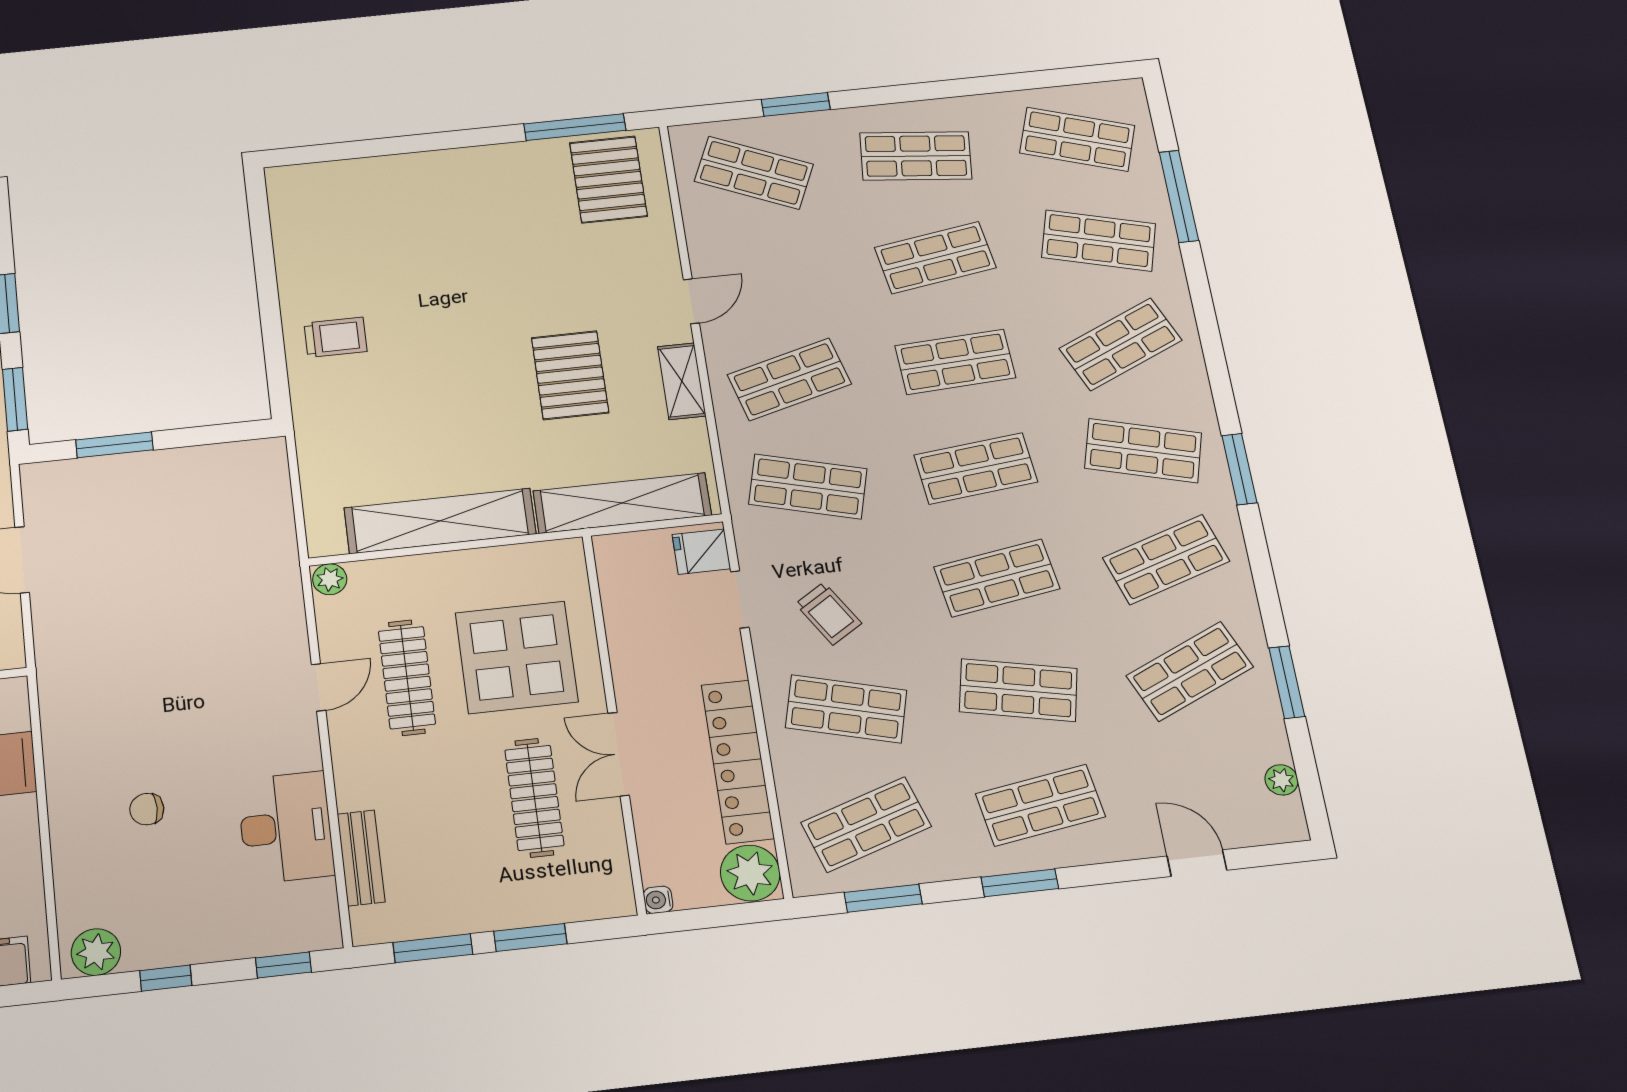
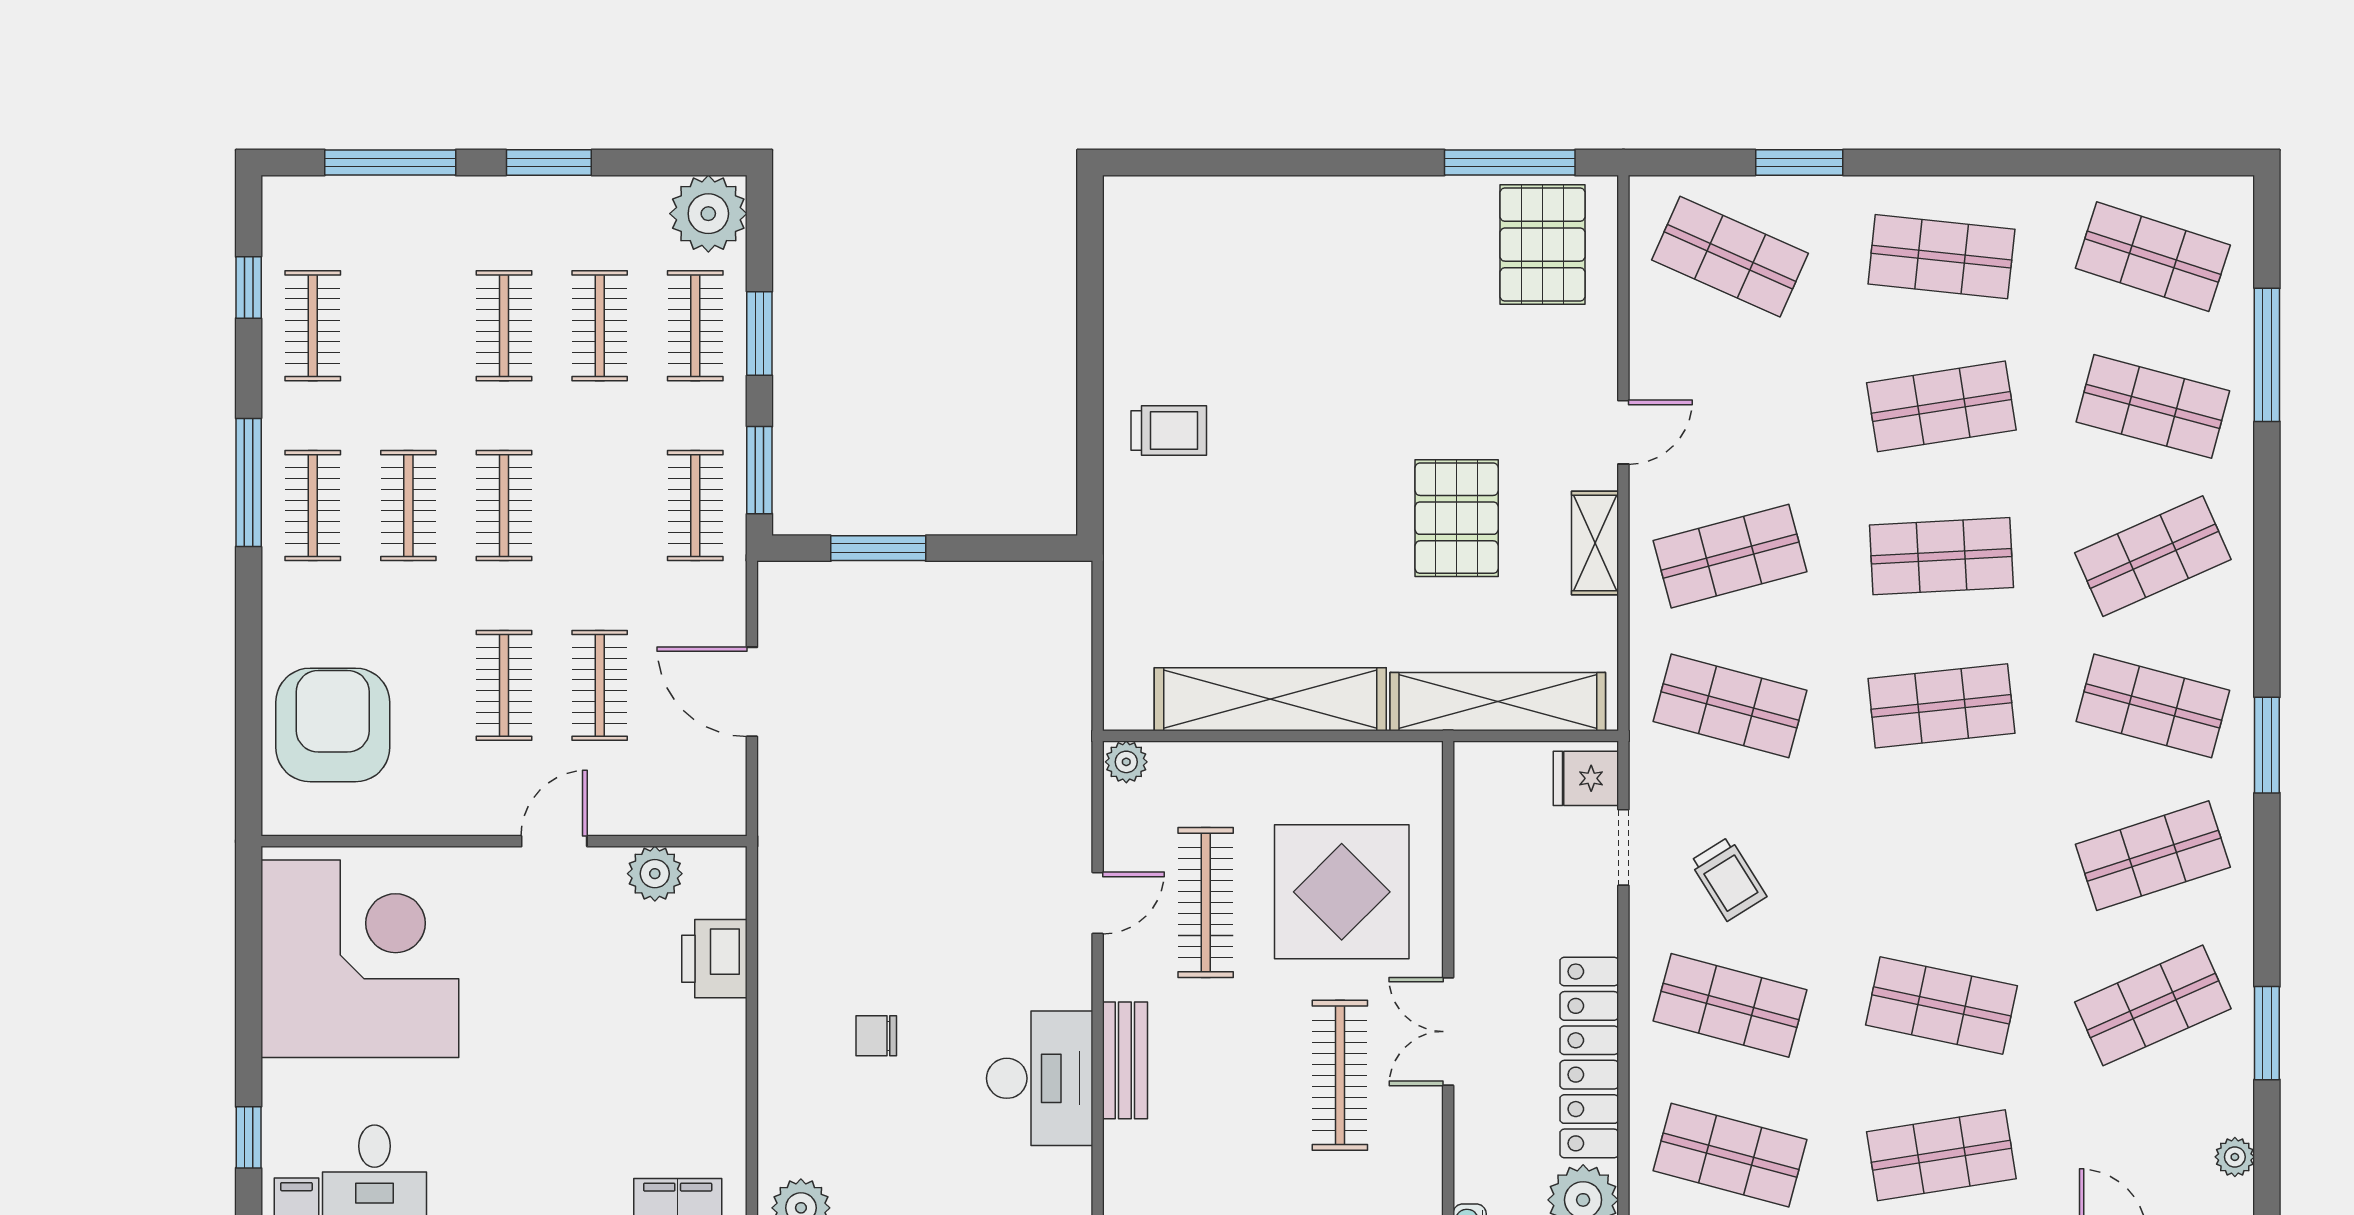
shop shelf: (997, 578) -> (1941, 856), removed
shop shelf: (866, 824) -> (1730, 1155), turned 33
bench: (361, 858) -> (1125, 1060), moved

